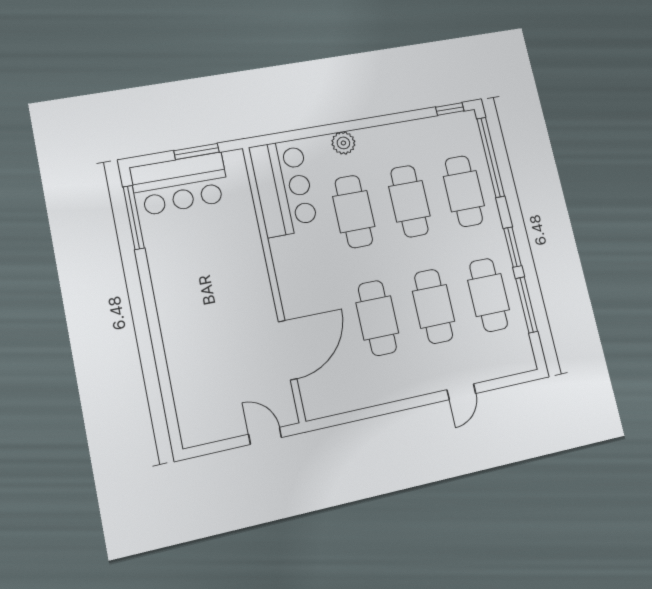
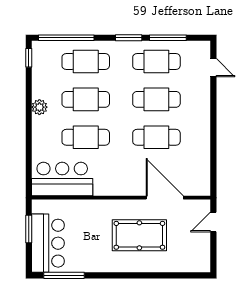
plant: (343, 143) -> (39, 107), moved
pool table: (220, 323) -> (139, 235), added
door: (461, 392) -> (213, 68), moved

